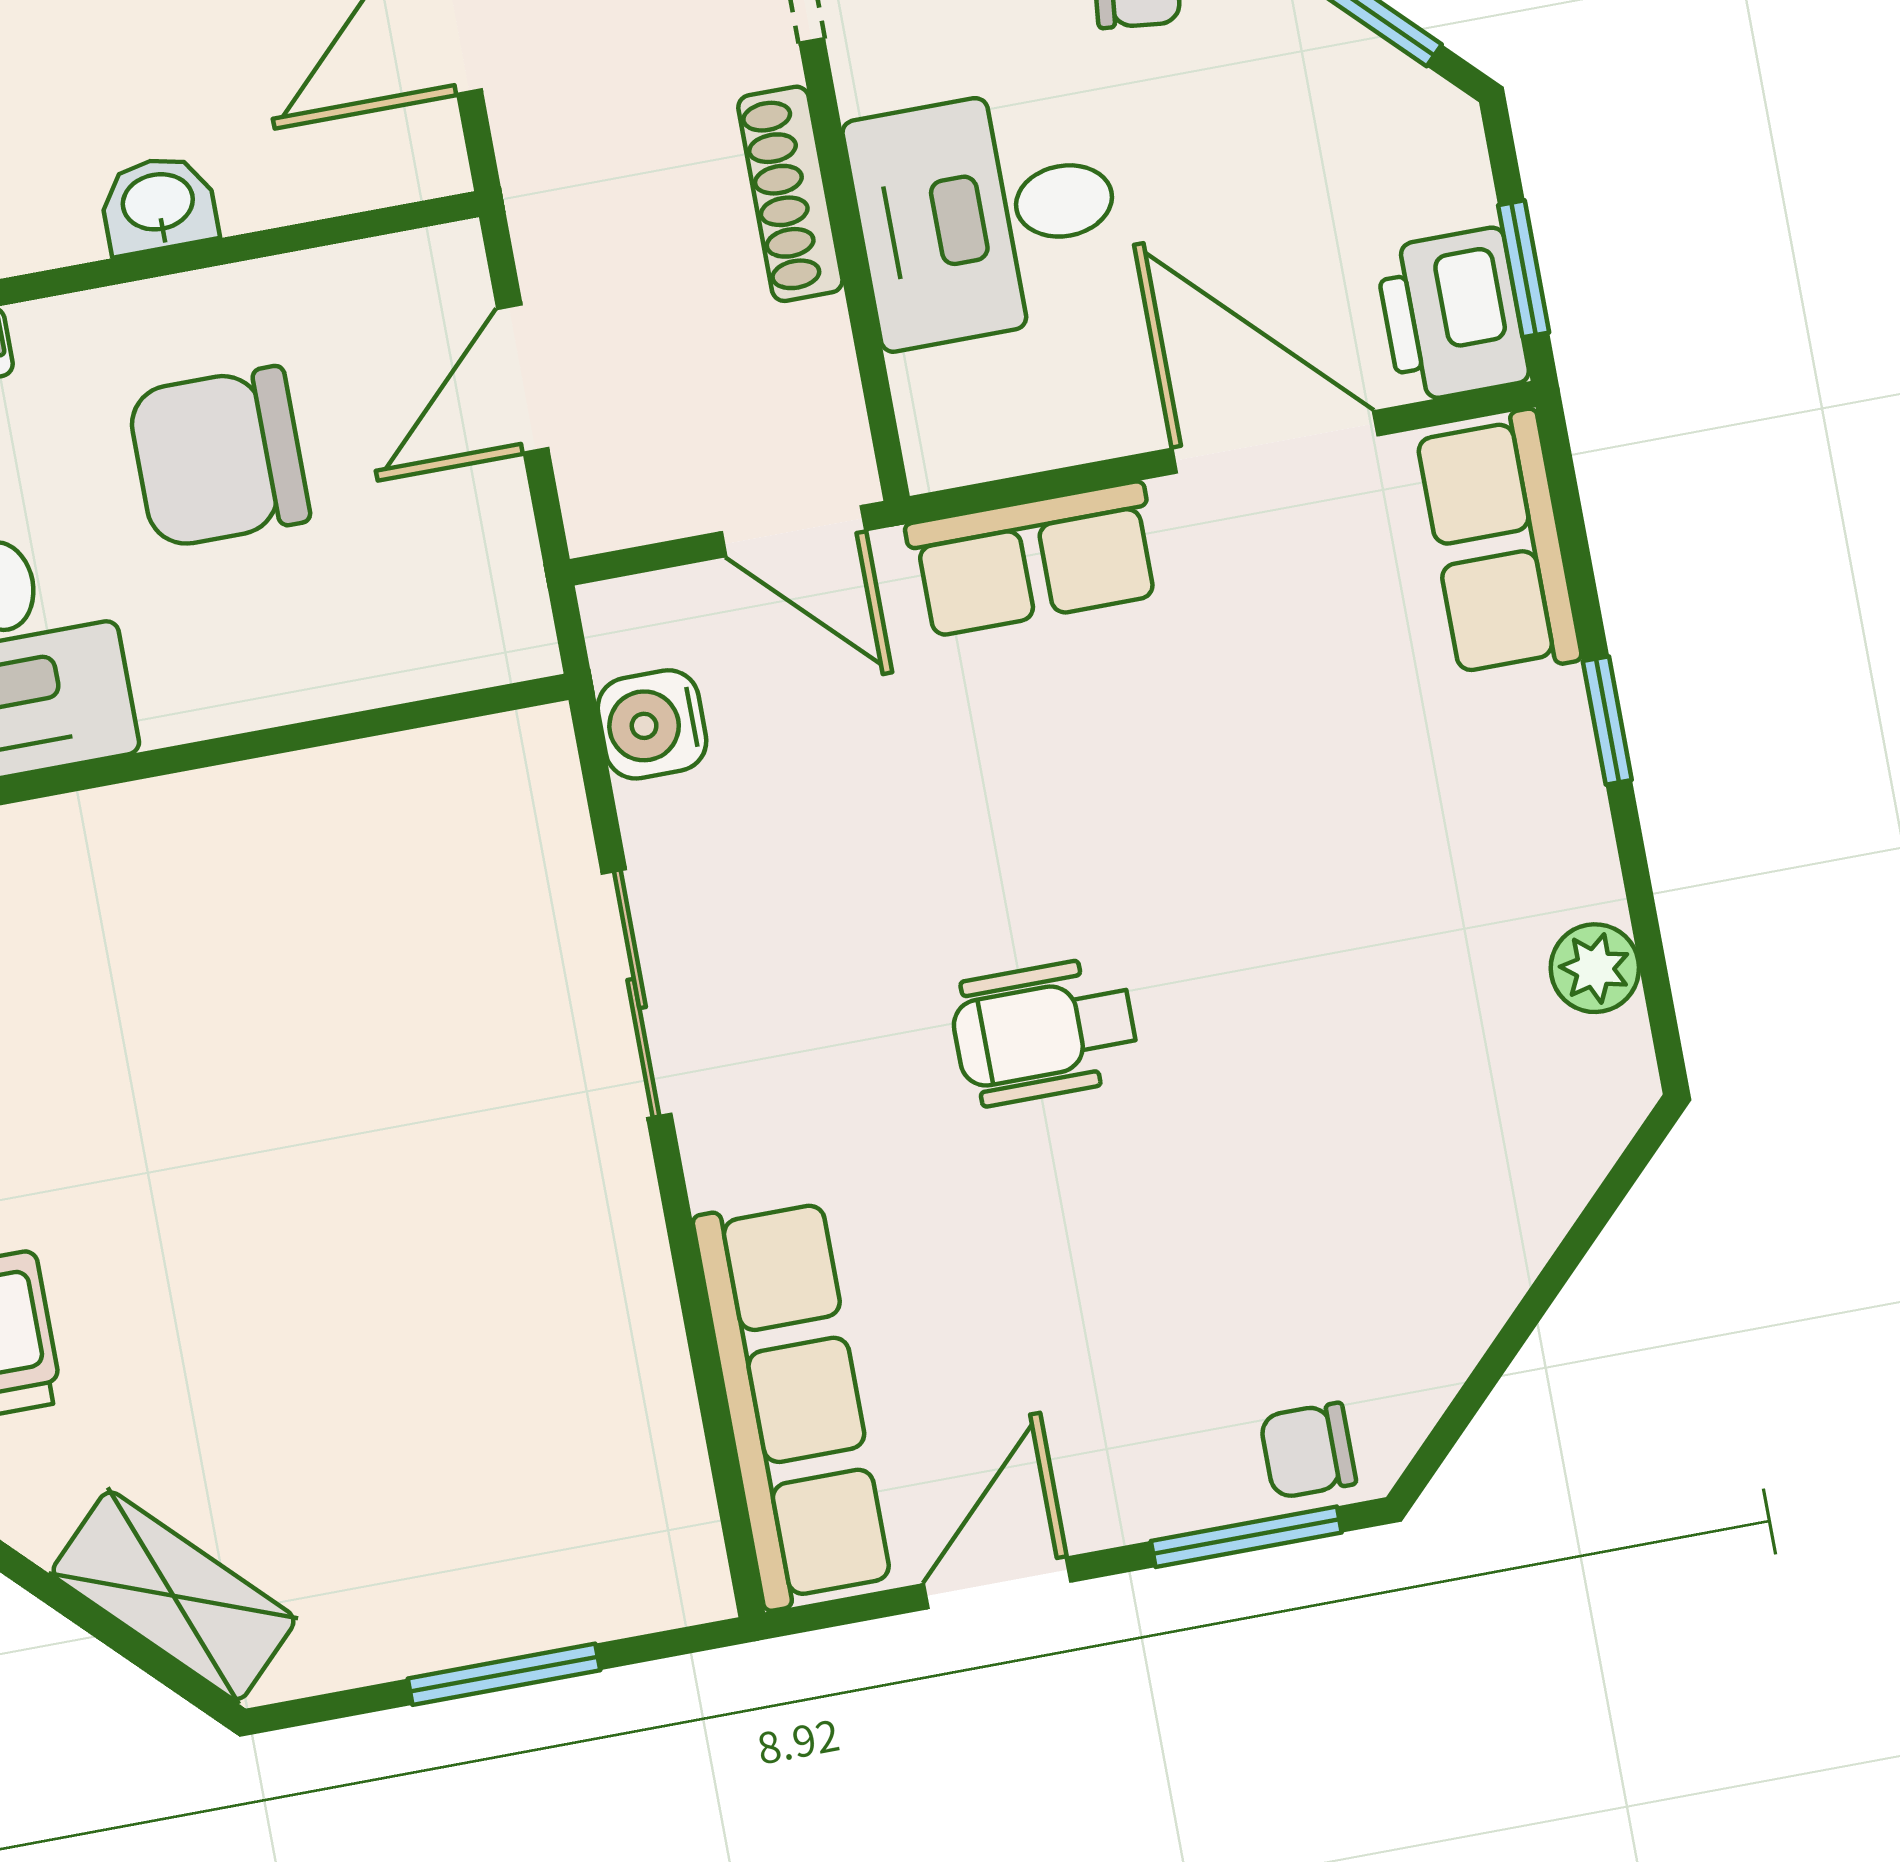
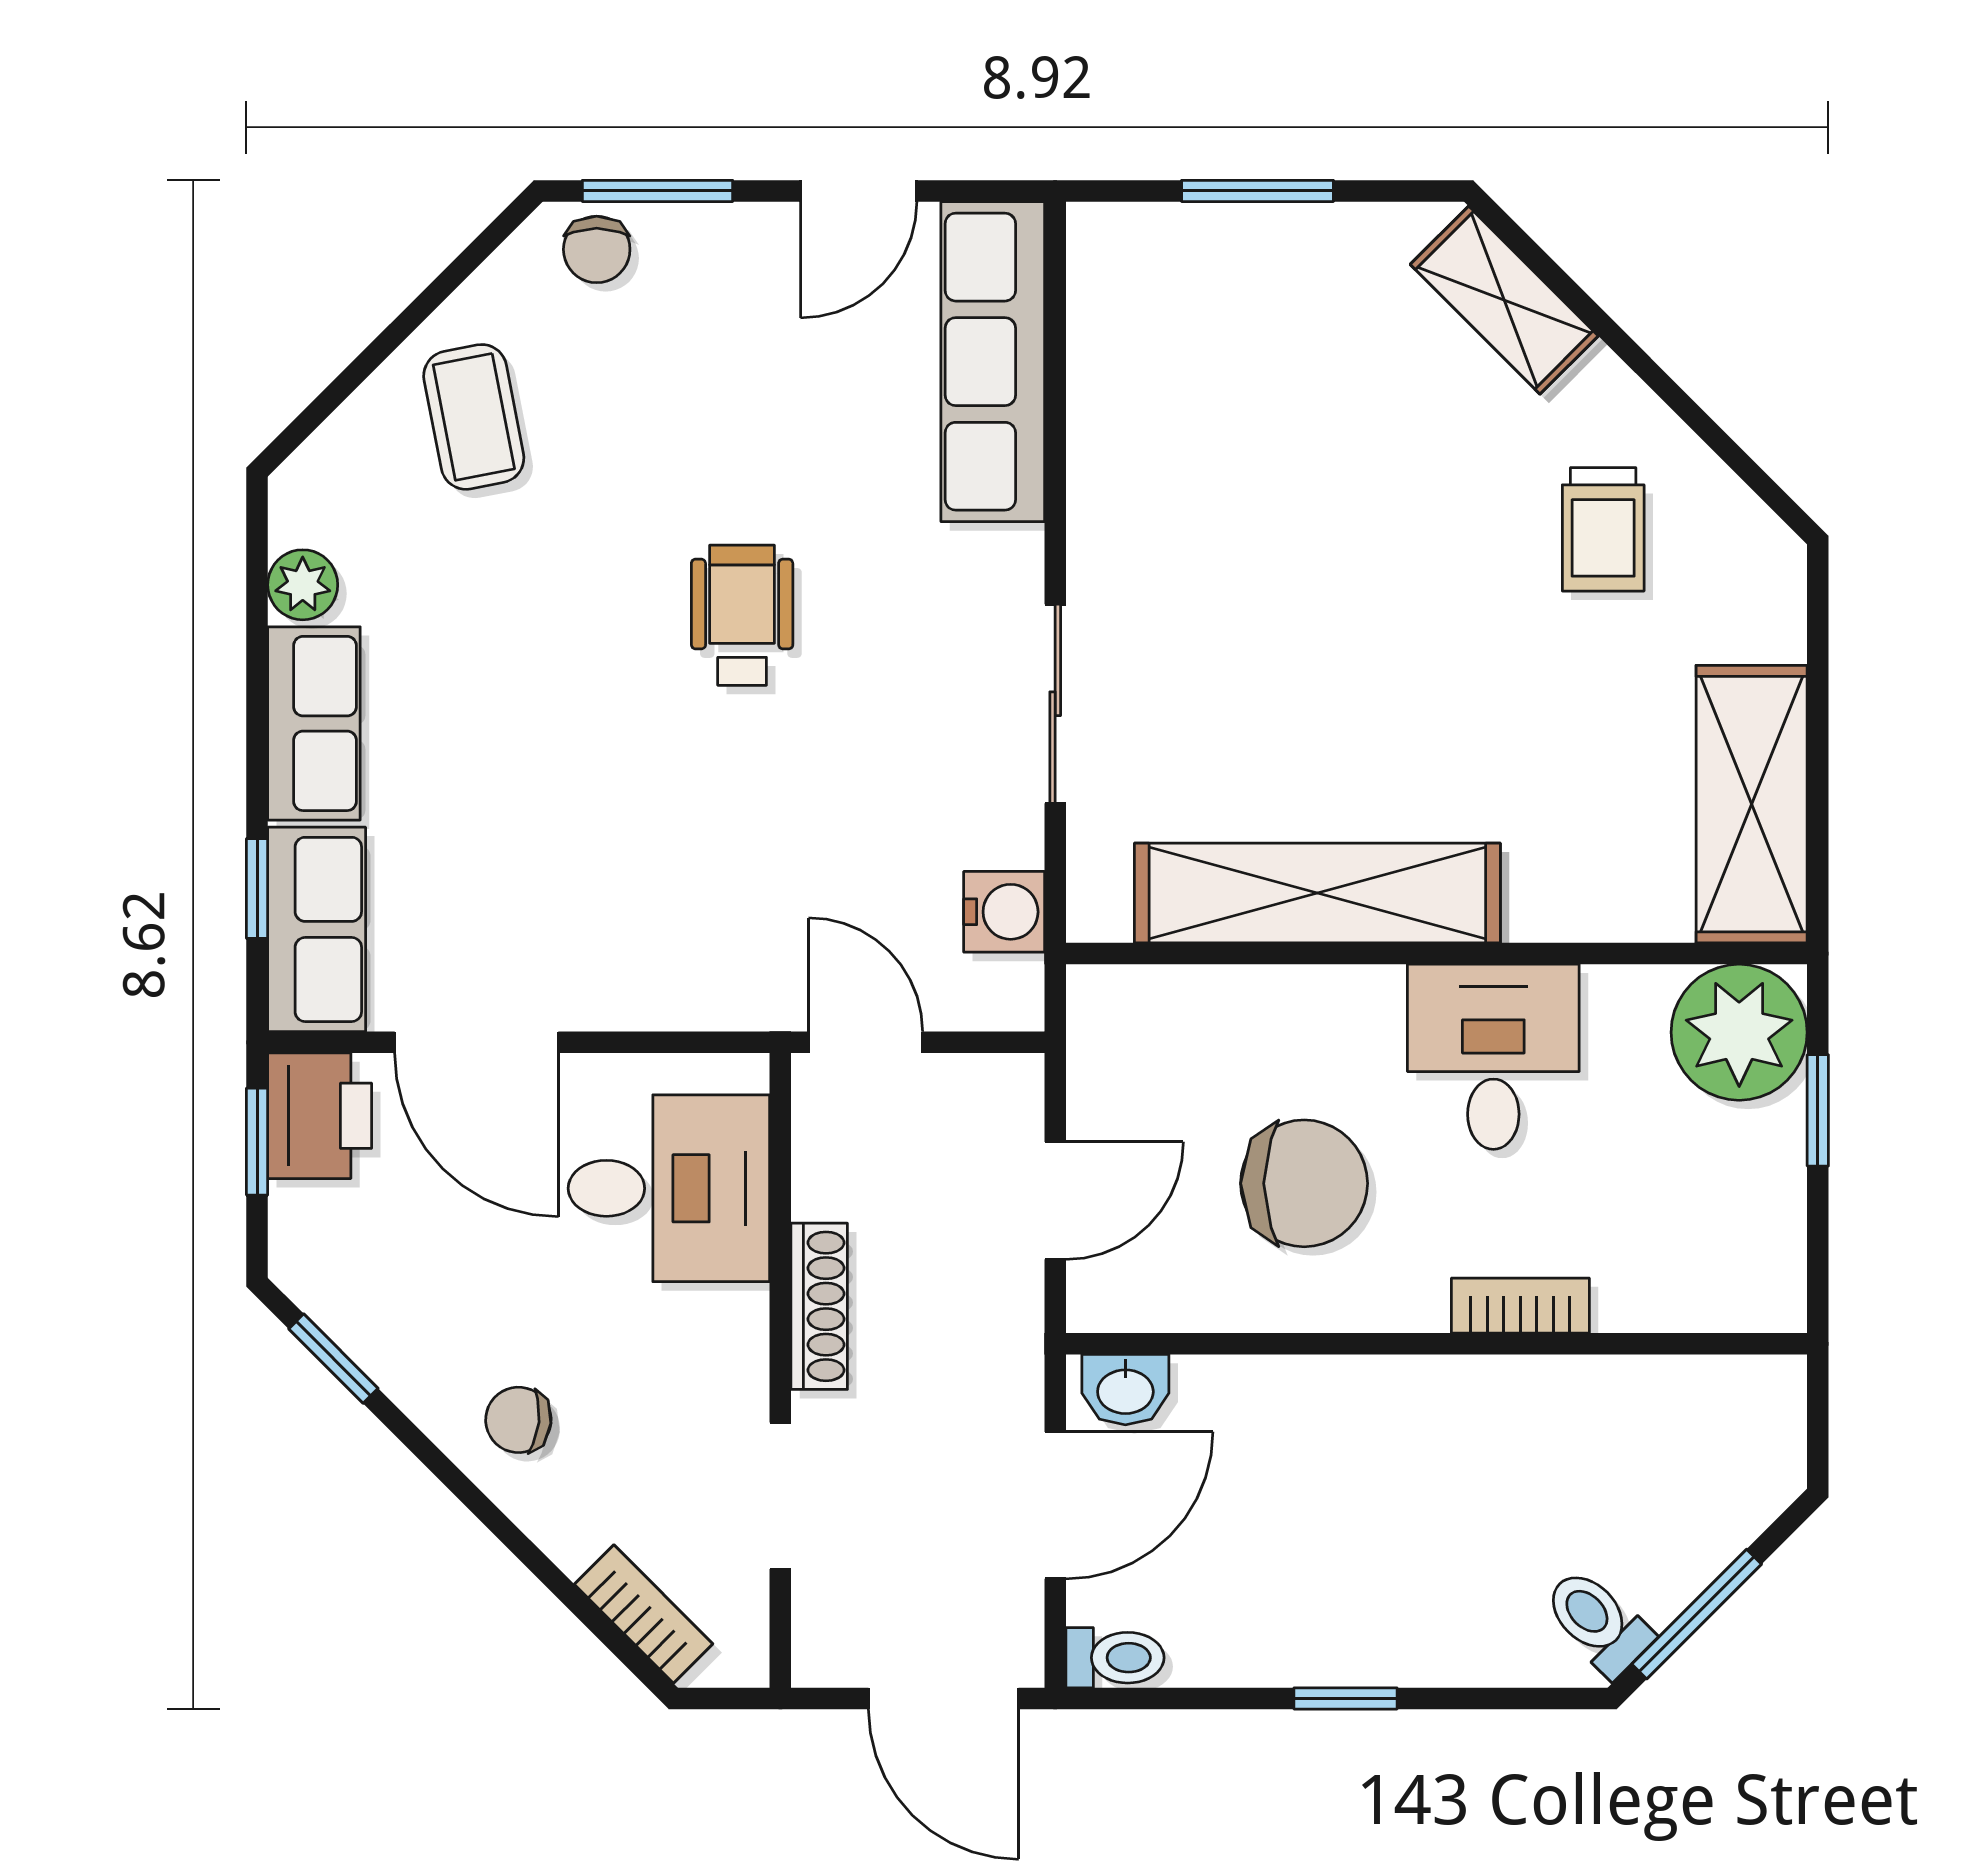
washbasin: (158, 204) -> (1125, 1390), moved
desk: (987, 215) -> (669, 1188), moved
row of seats: (1034, 559) -> (314, 723), moved, turned 90
window: (1607, 720) -> (257, 888), moved
shelving: (269, 819) -> (1317, 893), added
wheelchair: (1044, 1031) -> (742, 615), turned -90
coffee table: (1422, 1215) -> (474, 417), added
chair: (1308, 1450) -> (597, 249), turned 90

